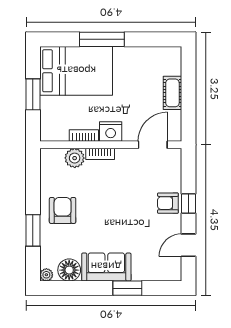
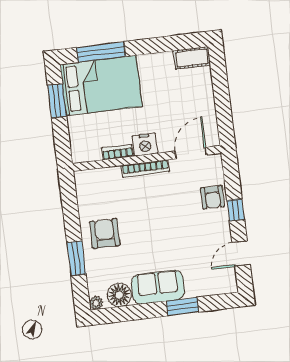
window: (102, 39) -> (101, 52), moved
cot: (172, 93) -> (192, 58), moved, turned 90
window: (33, 94) -> (57, 101), moved
bookcase: (100, 154) -> (145, 168), width x1.56
plant: (75, 158) -> (111, 177), removed
armchair: (168, 203) -> (213, 197), moved, turned -90

